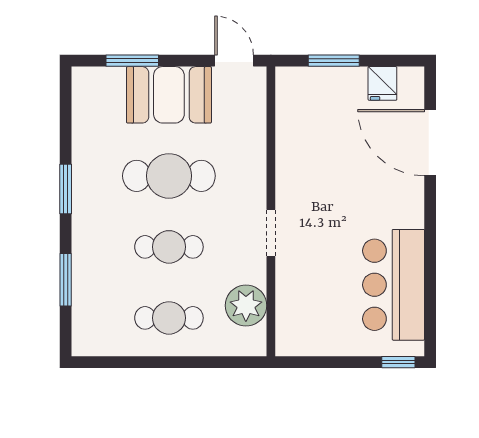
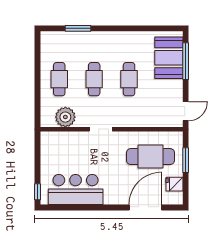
window: (132, 61) -> (186, 61), width x1.44
booth: (169, 95) -> (169, 58), moved
cafe table: (326, 132) -> (150, 157), added
cafe table: (169, 176) -> (129, 79), width x0.73, depth x0.74
window: (66, 189) -> (123, 28), removed

